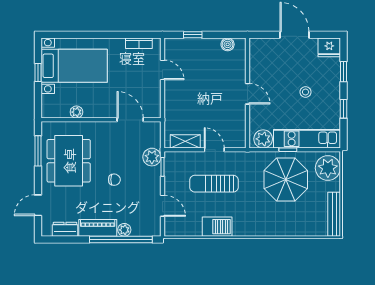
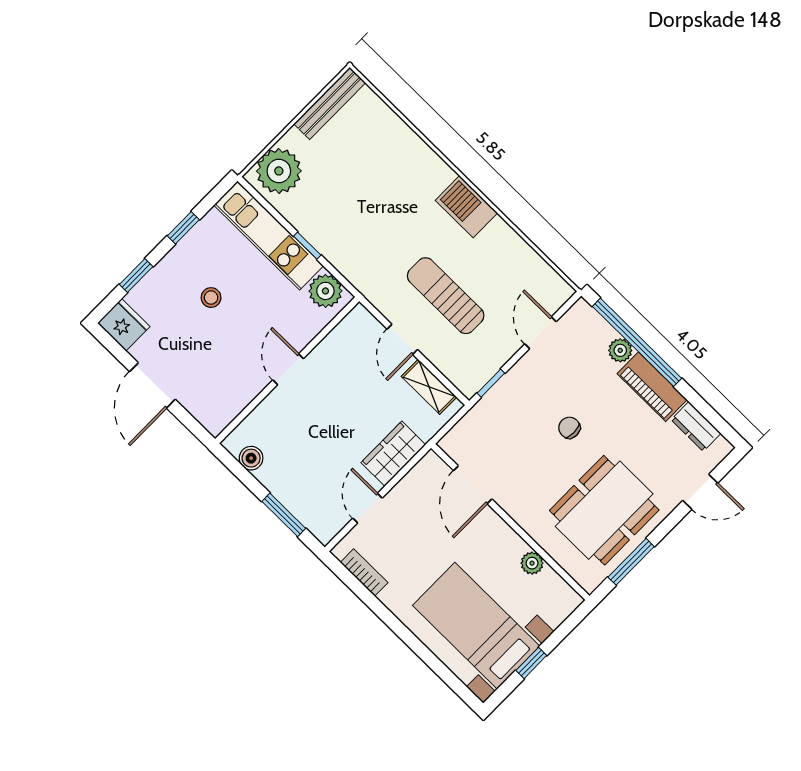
window: (193, 35) -> (284, 515), width x1.50
wardrobe: (173, 101) -> (393, 454), added
plant: (152, 157) -> (492, 409), removed
parasol: (286, 179) -> (348, 210), removed
sun lounger: (214, 184) -> (446, 296), turned 180
barbecue: (217, 227) -> (466, 207), moved

